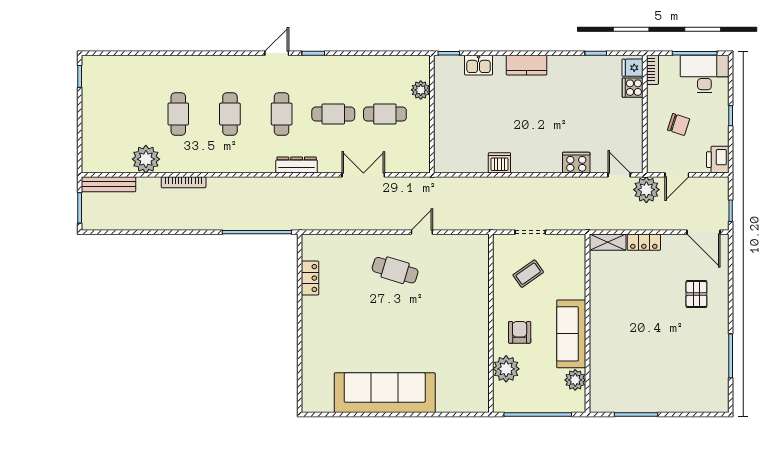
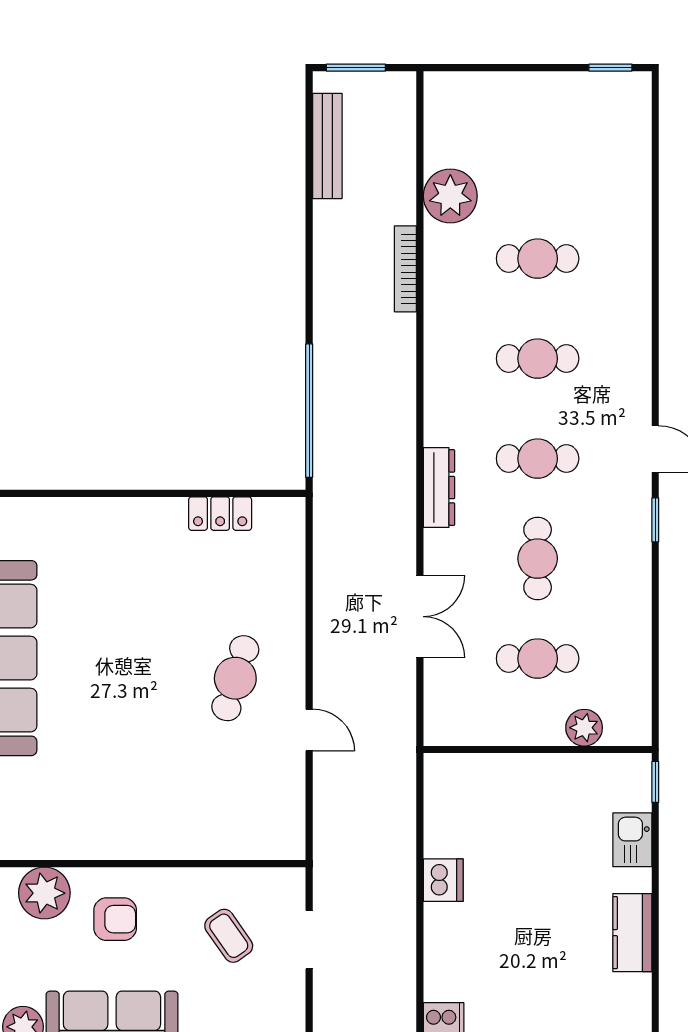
cafe table: (385, 114) -> (538, 659), turned 90
bench: (109, 184) -> (327, 146), moved

